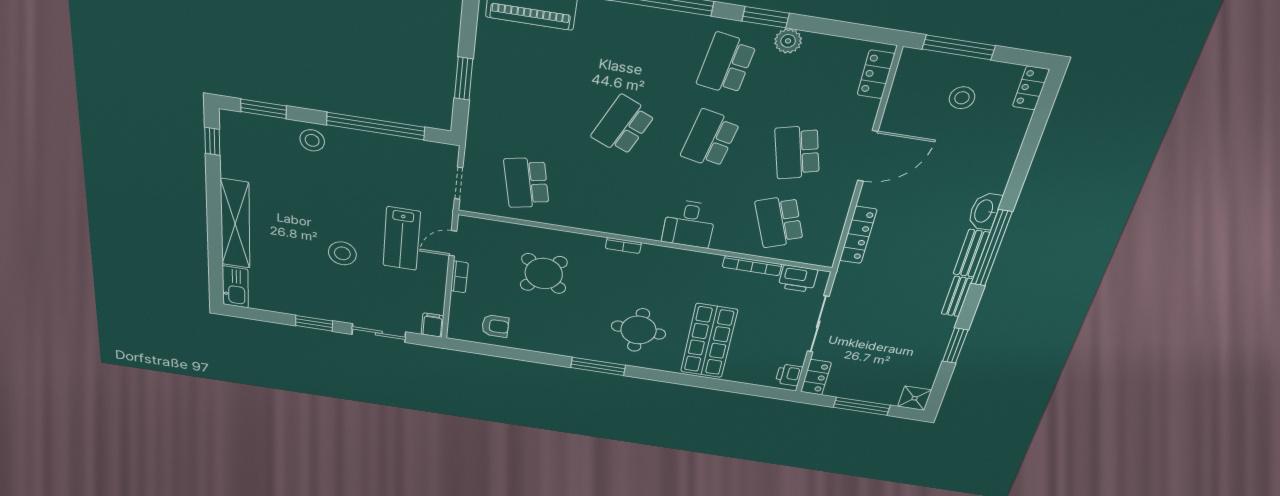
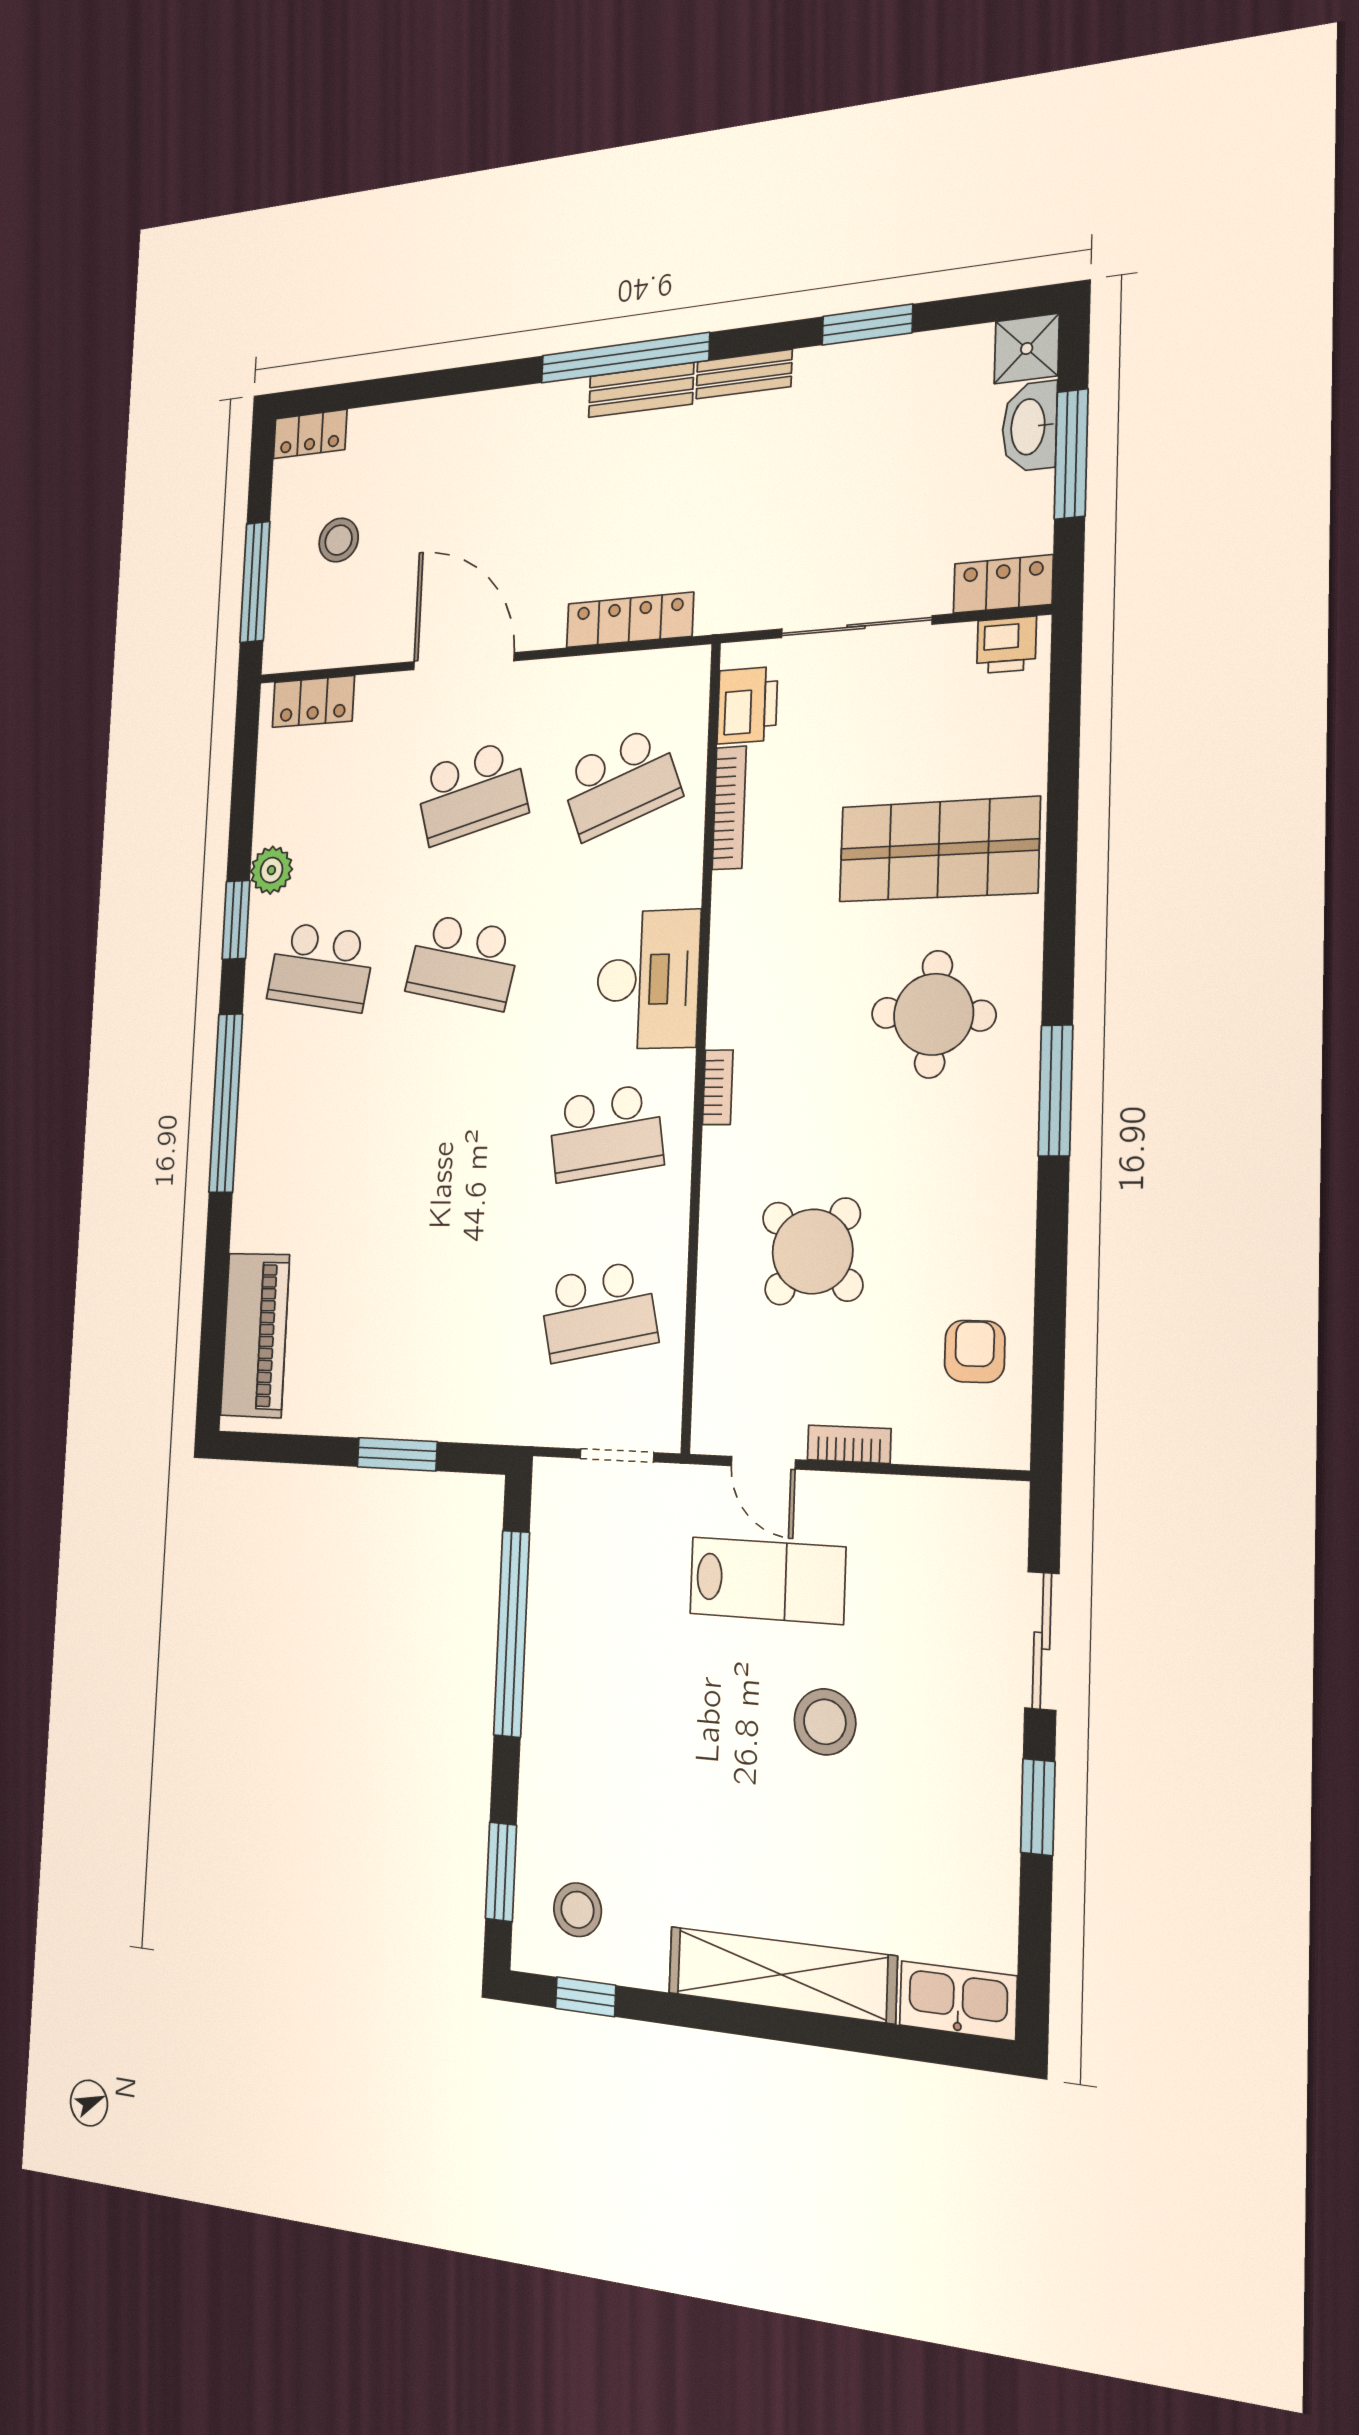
school desk: (623, 125) -> (606, 1133), moved, turned -33
stool: (312, 140) -> (578, 1910), moved
washbasin: (984, 211) -> (1030, 427), moved, turned 90
desk: (689, 224) -> (648, 979), width x1.37
filing cabinet: (432, 325) -> (996, 1505), removed

